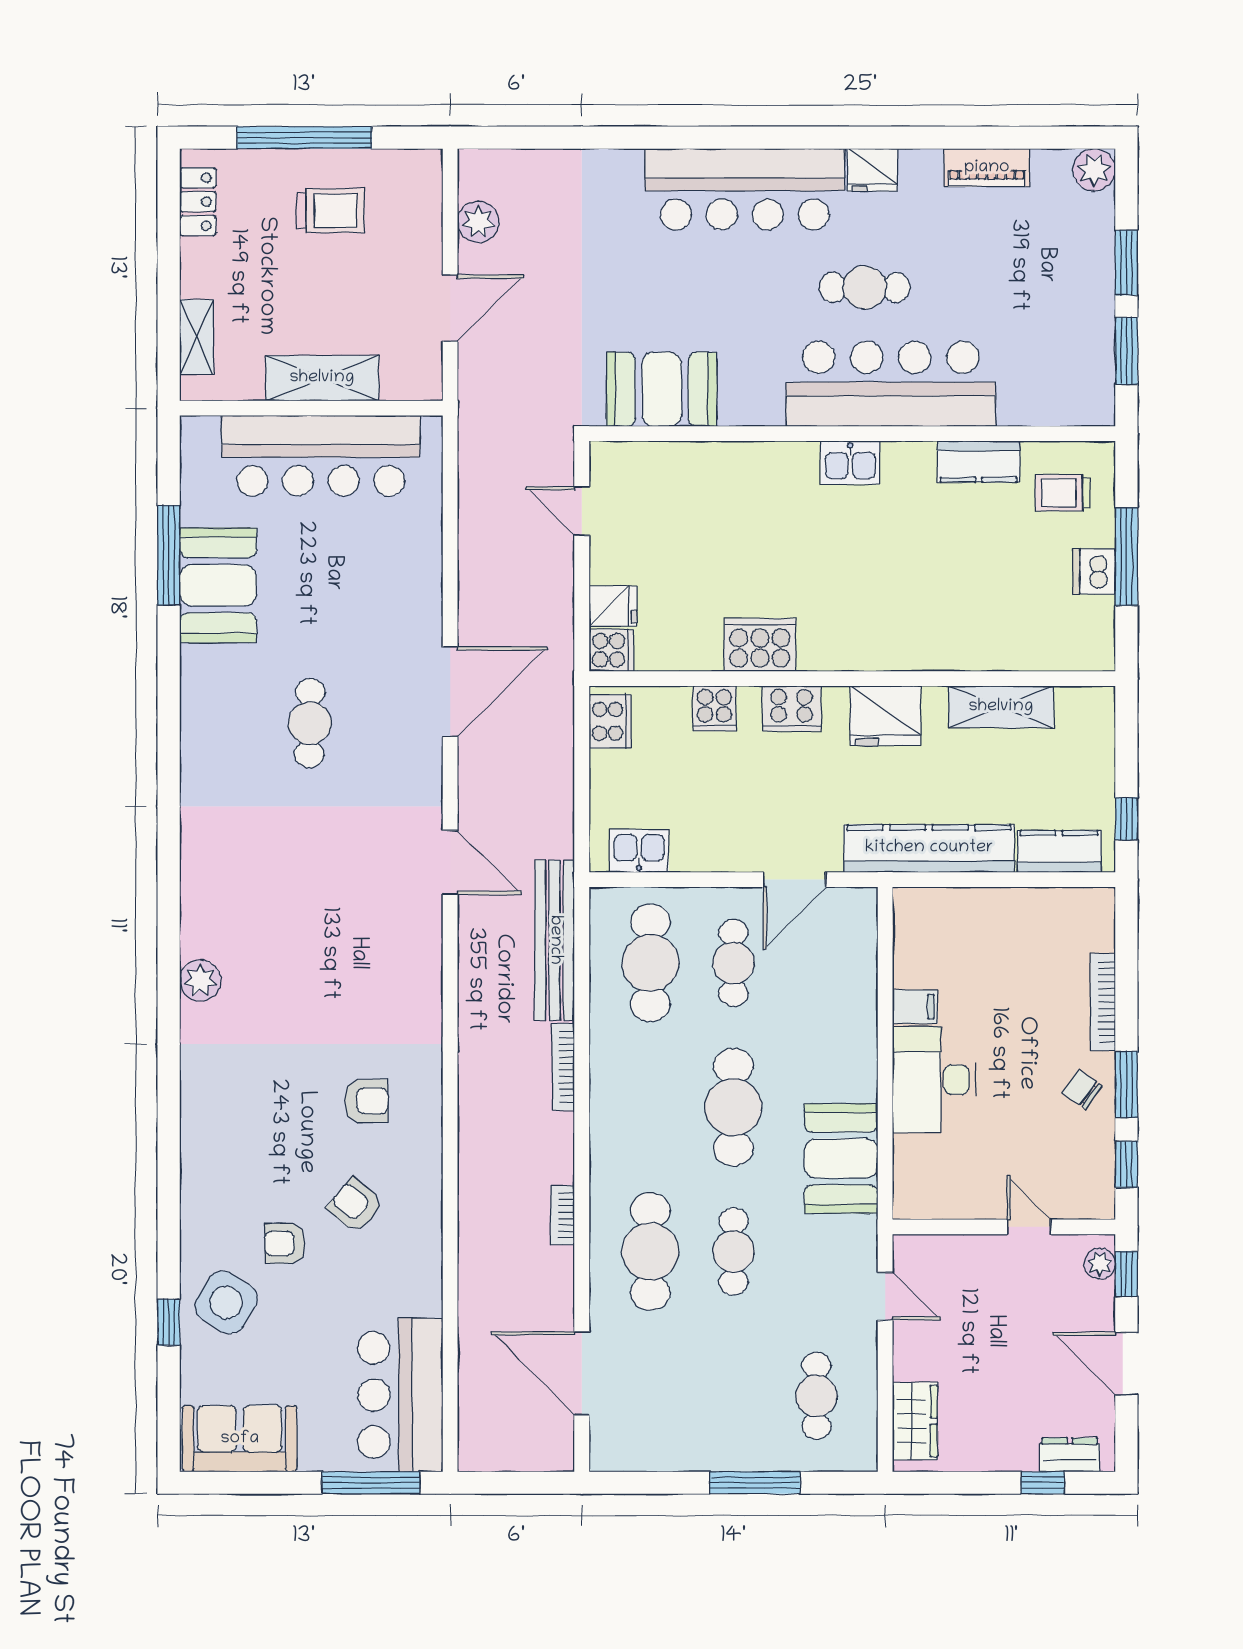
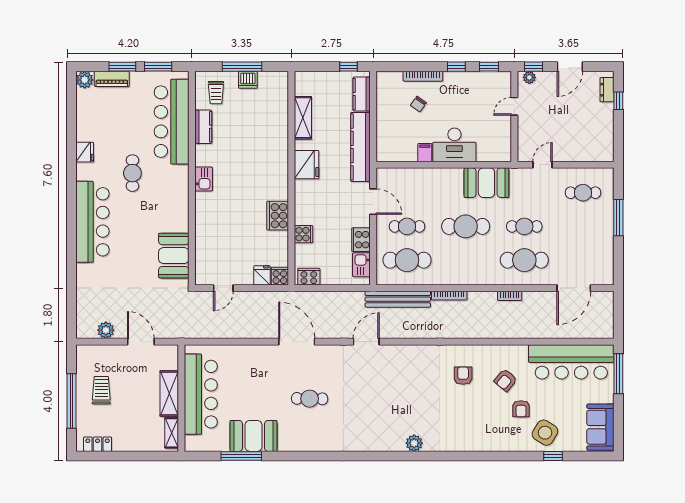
piano: (987, 168) -> (112, 79), moved, turned 90
fridge: (872, 170) -> (85, 152), moved
shelving: (197, 337) -> (172, 433), moved, turned 90
bar counter: (891, 384) -> (172, 122), moved
cooker: (792, 709) -> (361, 240), moved, turned 180
window: (1126, 1084) -> (456, 67), width x0.67
chair: (1082, 1089) -> (418, 104), moved
bar counter: (400, 1395) -> (571, 362), width x1.36
wardrobe: (915, 1421) -> (593, 153), removed

